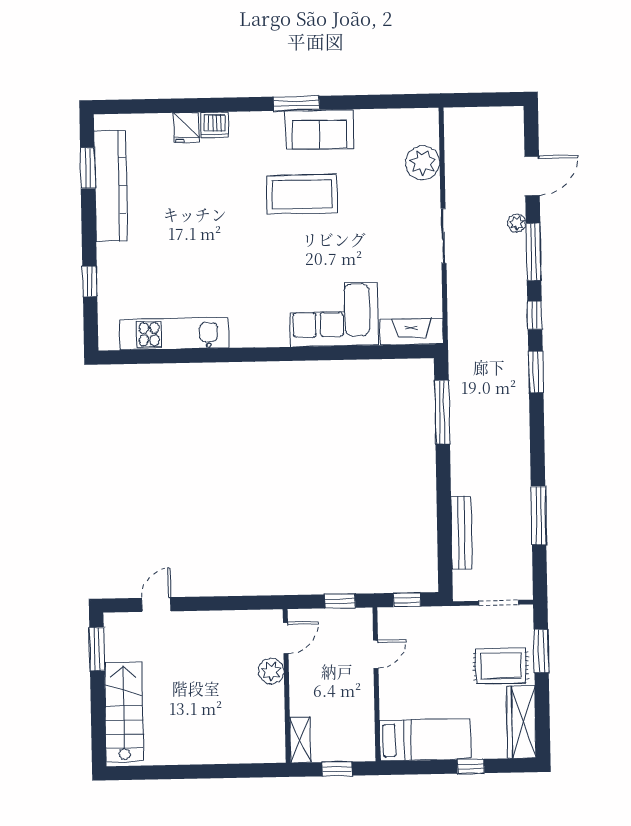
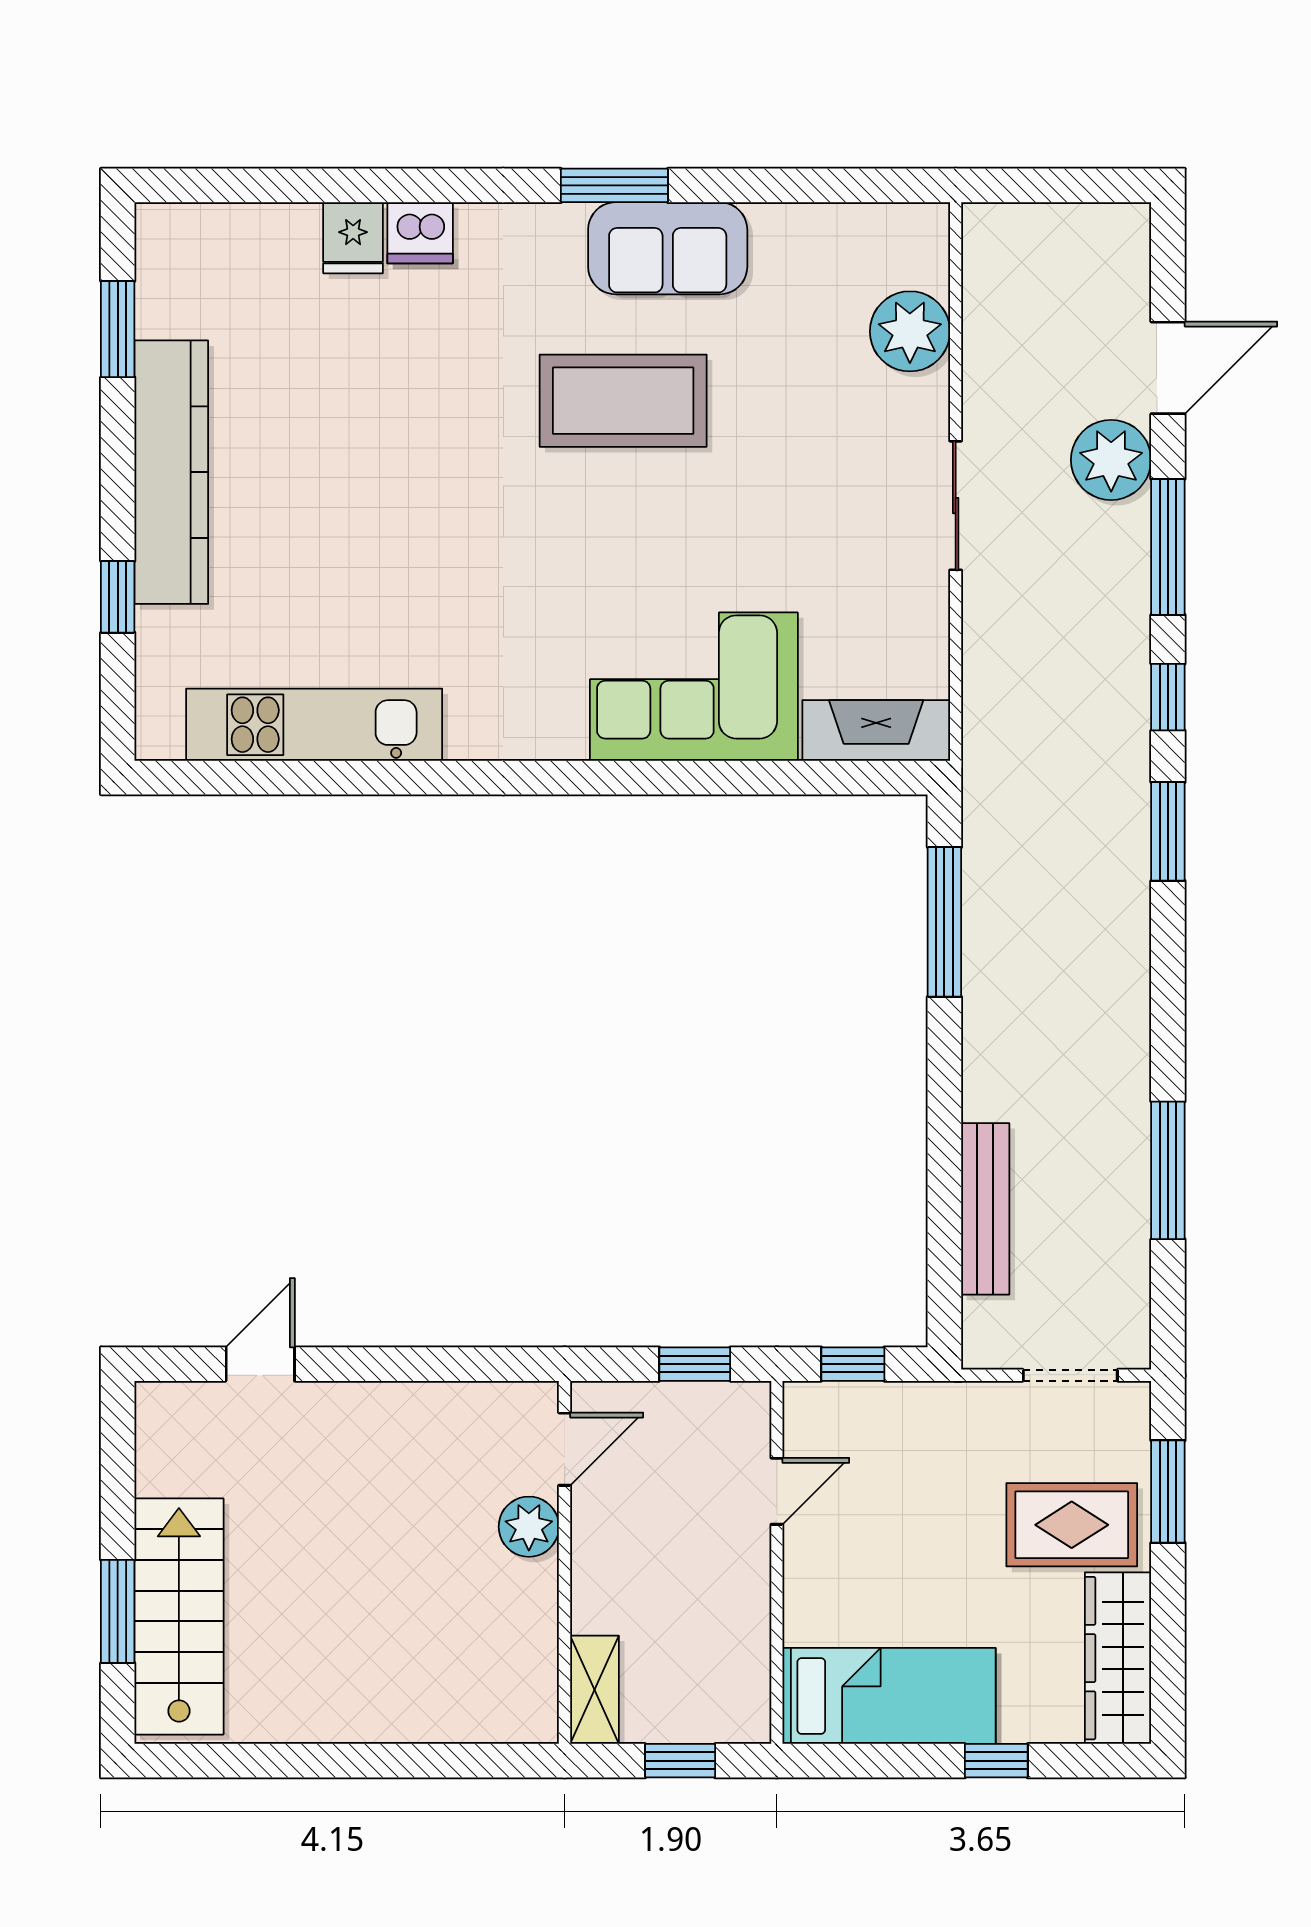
kitchen counter: (111, 186) -> (171, 472), moved
plant: (517, 223) -> (1111, 460), width x1.87, depth x1.87
window: (97, 649) -> (118, 1611), moved

